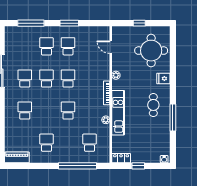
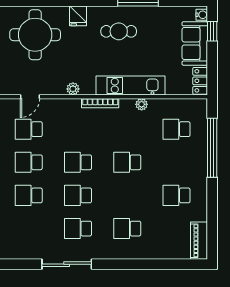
school desk: (90, 46) -> (29, 129), added
sofa: (145, 155) -> (195, 43), added
window: (138, 166) -> (212, 31), moved

